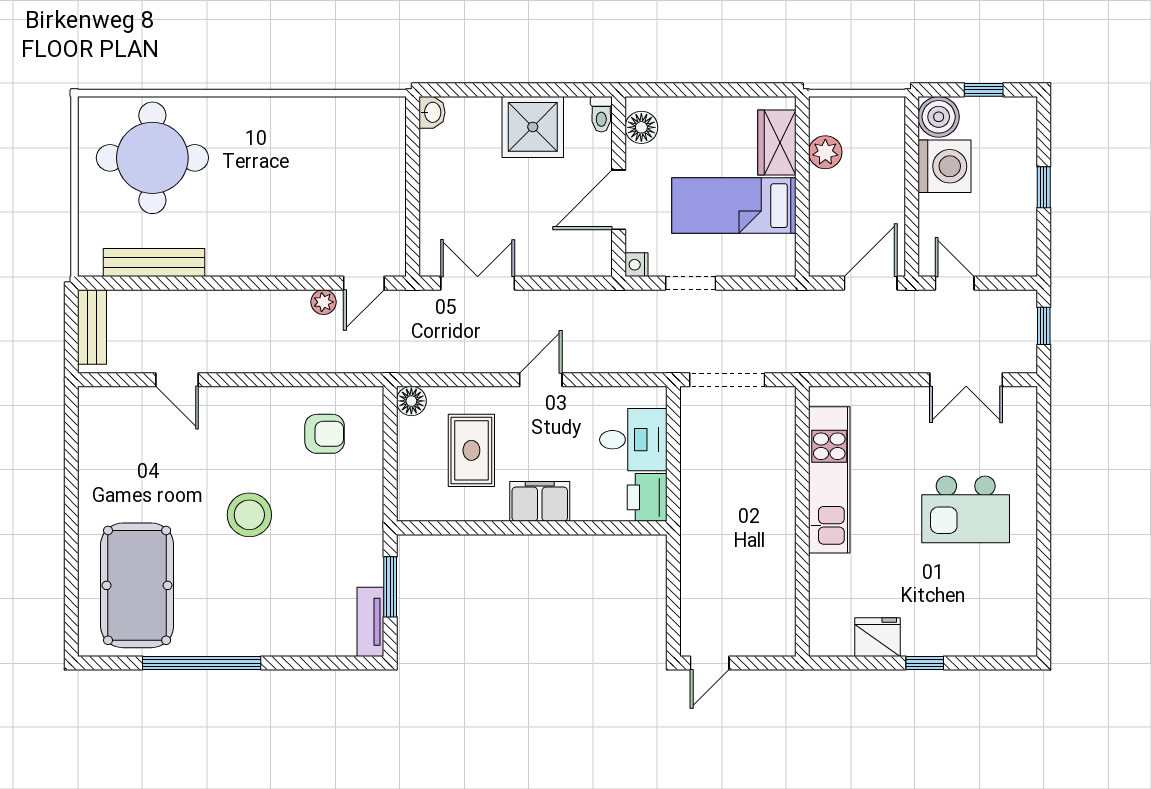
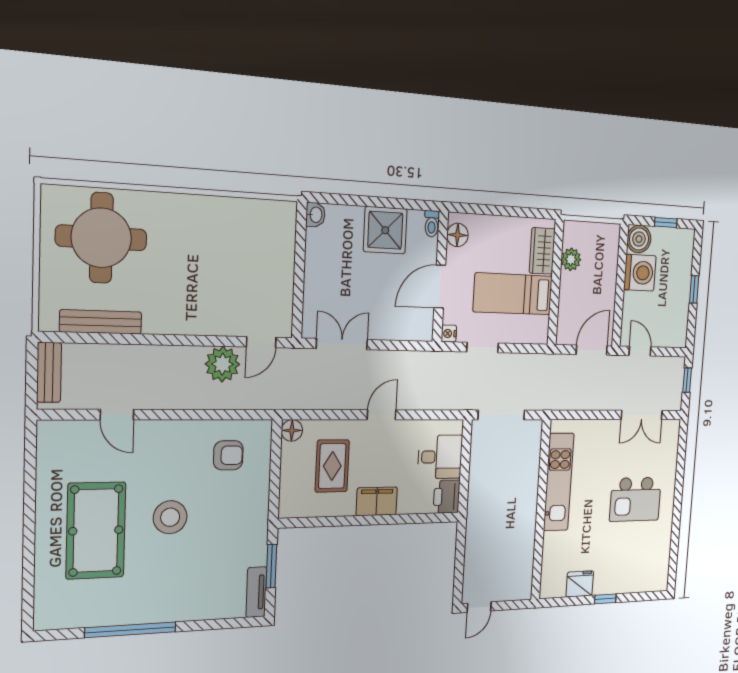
plant: (323, 302) -> (223, 364), width x1.87, depth x1.87
pool table: (137, 585) -> (96, 530), moved

